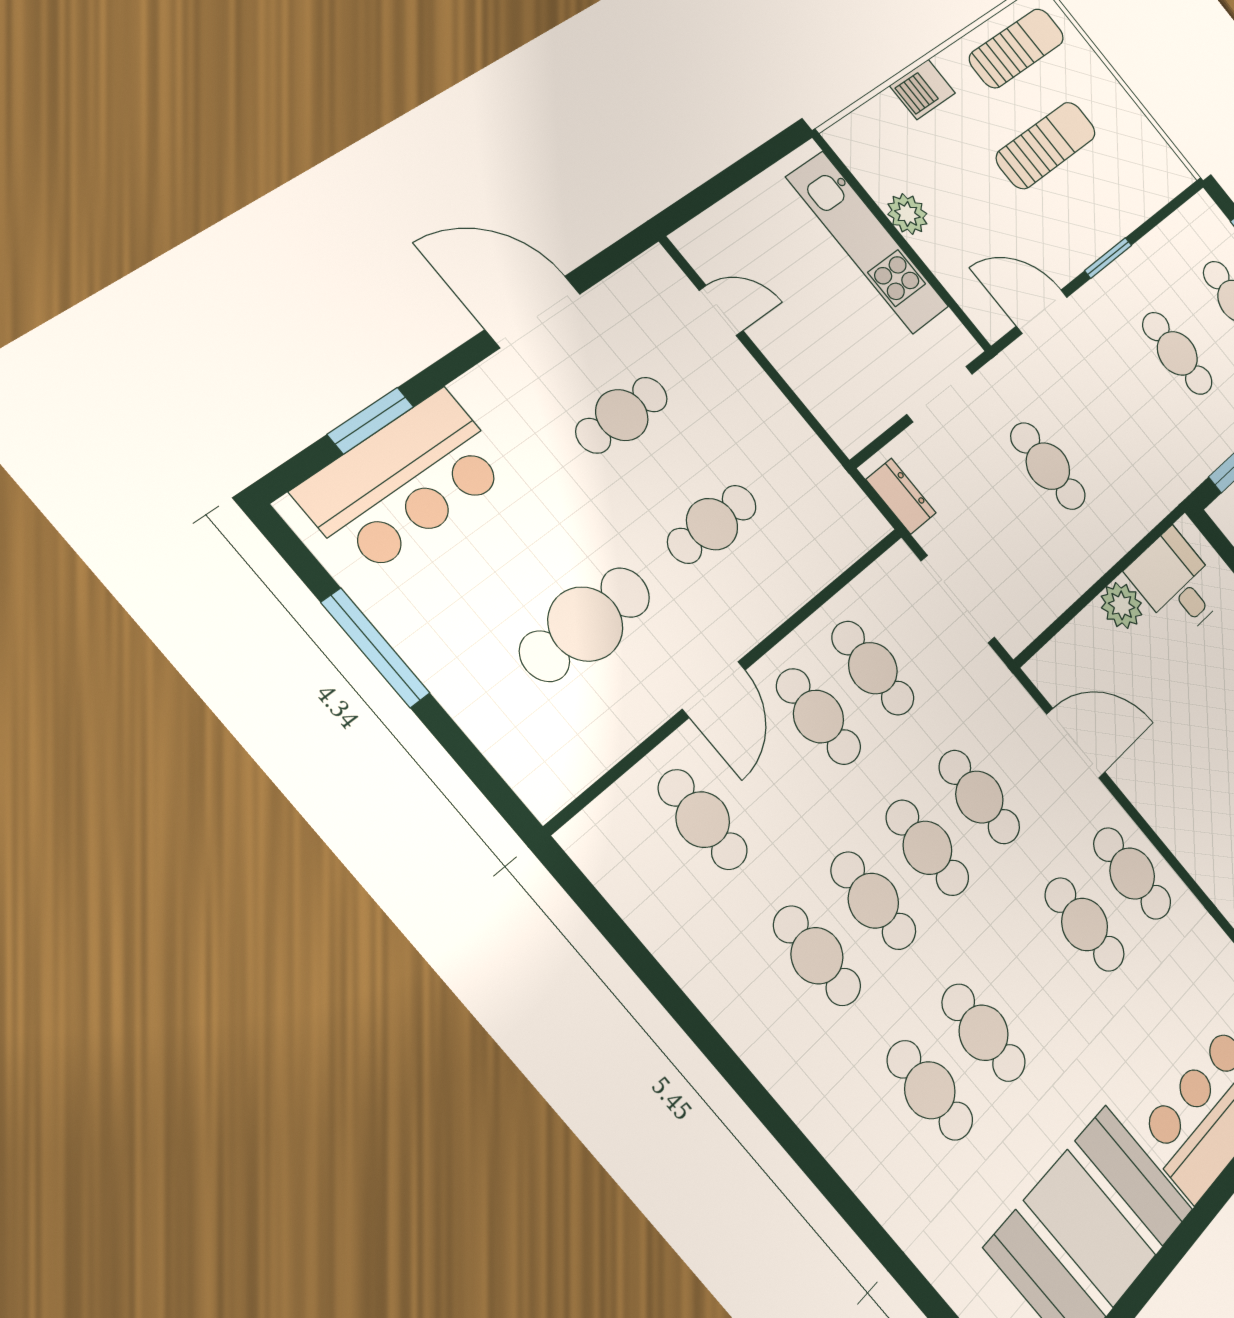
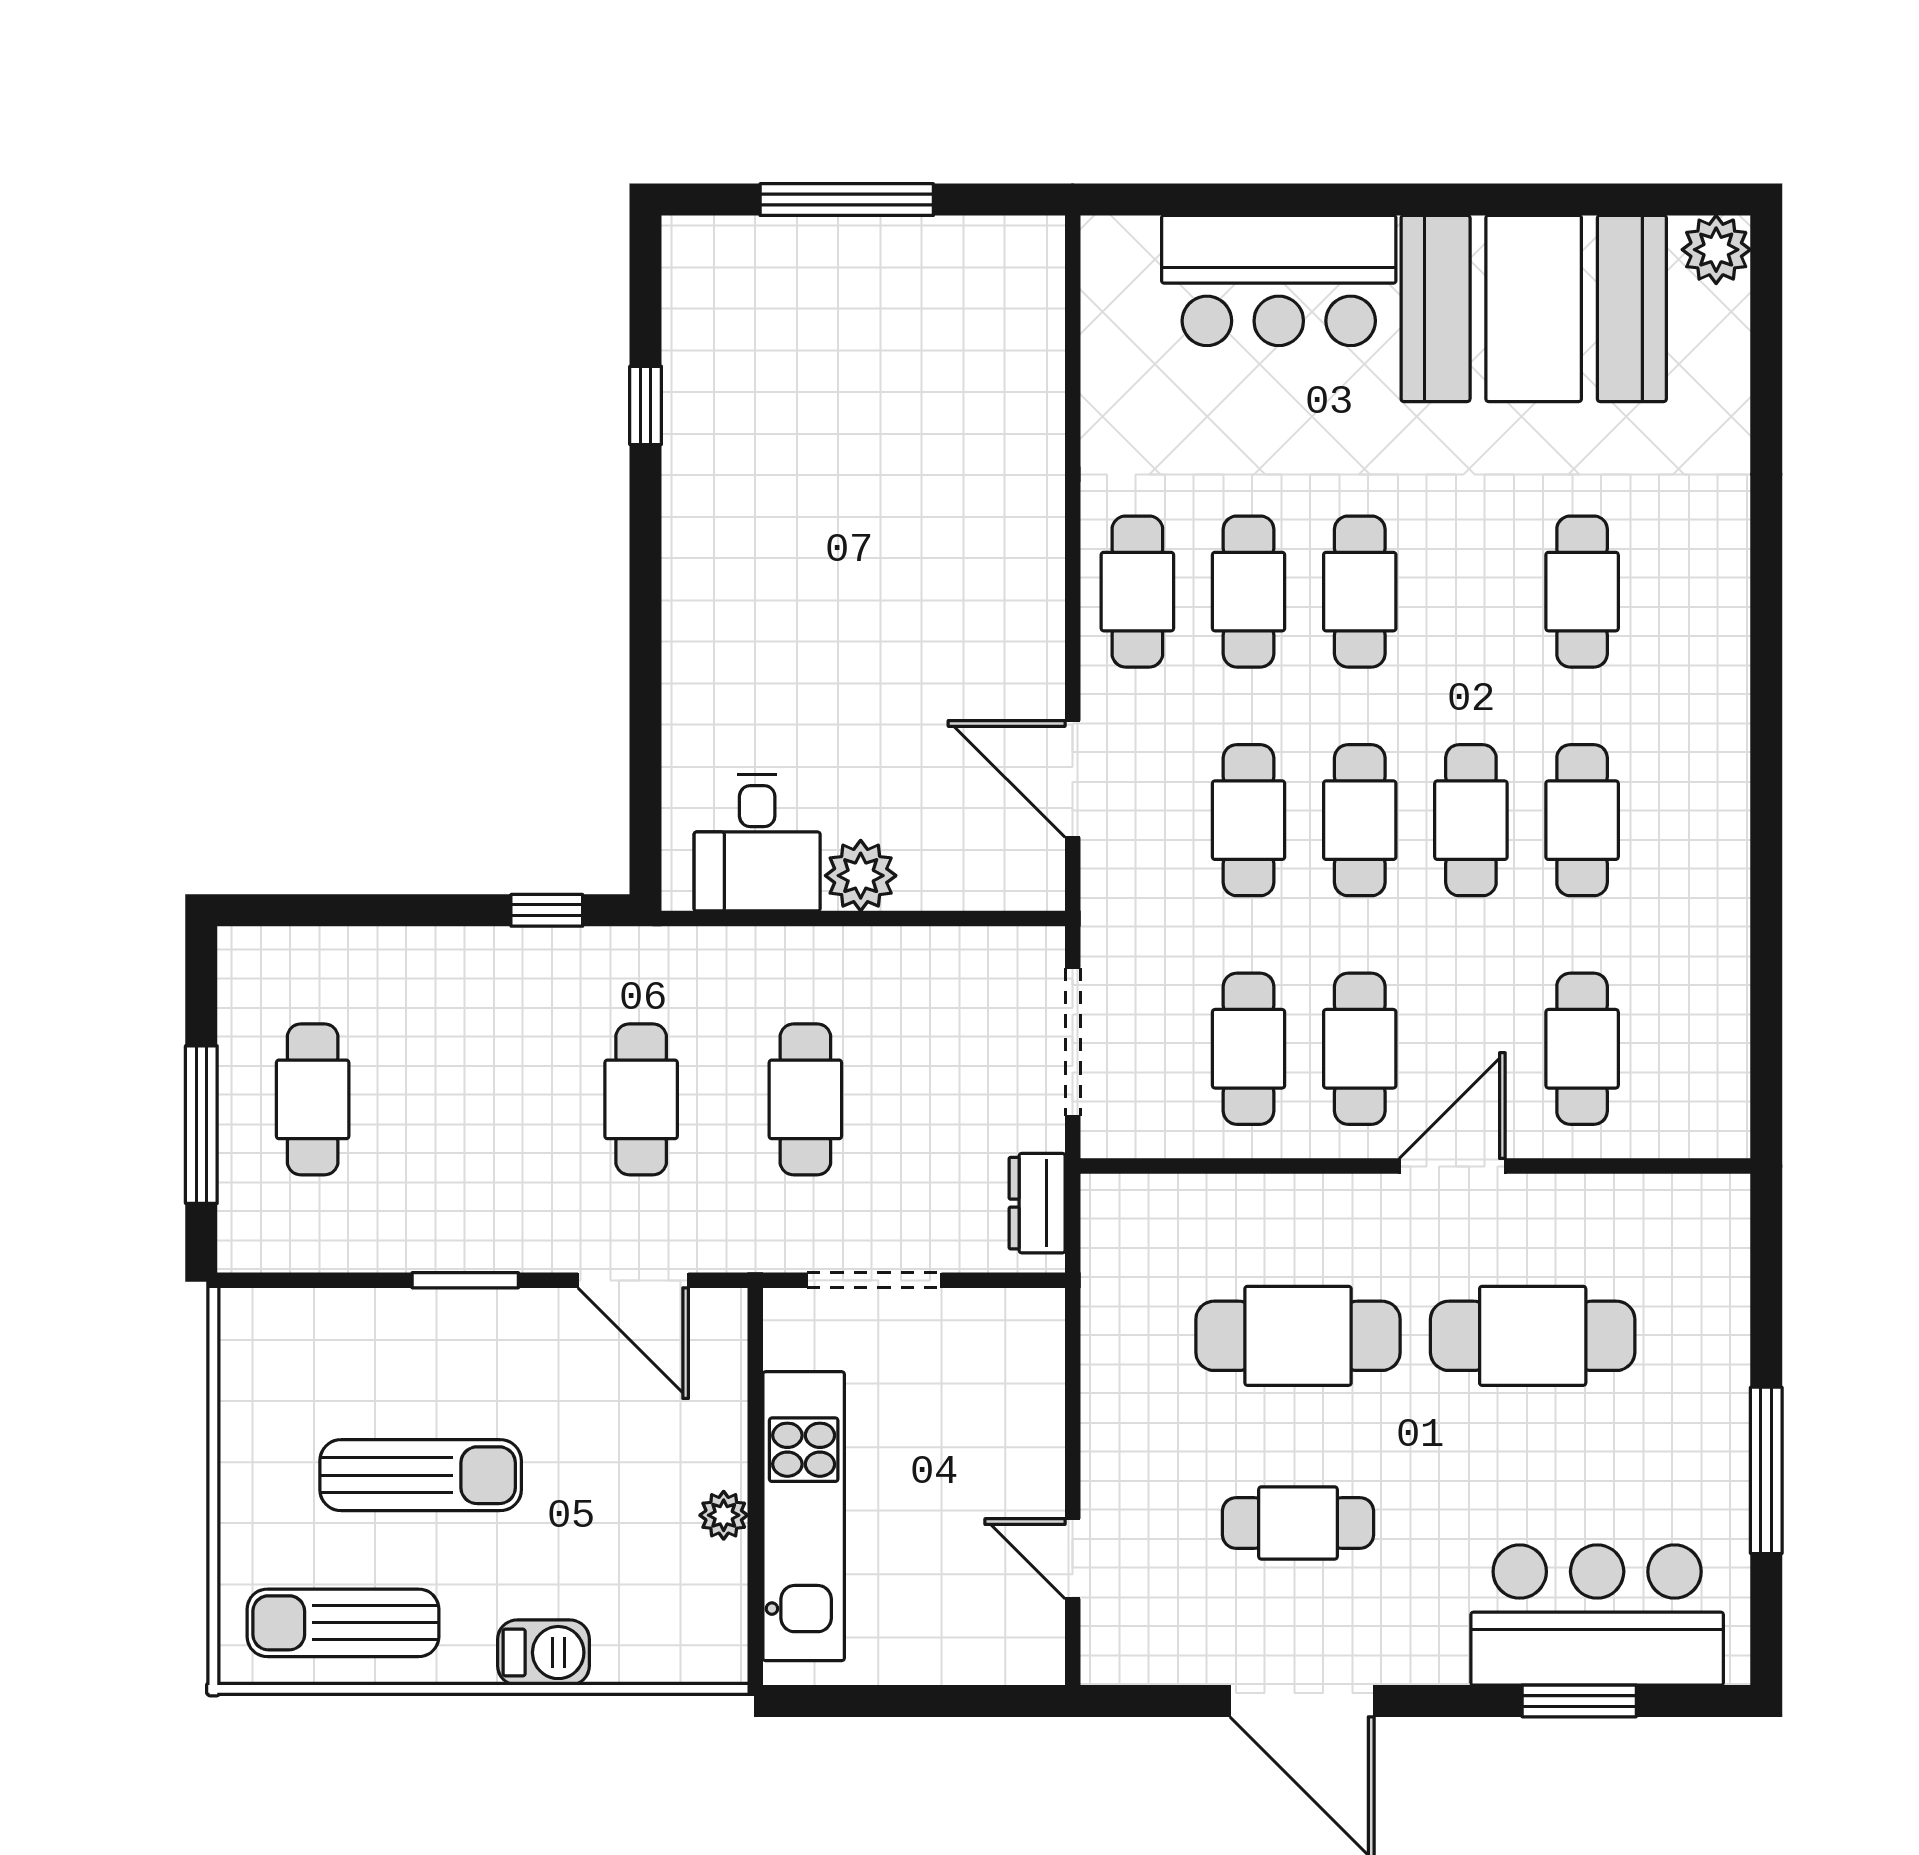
sun lounger: (1046, 145) -> (421, 1475), turned 180
plant: (907, 214) -> (724, 1515), width x0.73, depth x0.73
cafe table: (1177, 353) -> (641, 1099), moved
cafe table: (712, 524) -> (1298, 1336), width x1.37, depth x1.35
cafe table: (984, 1033) -> (1360, 592), moved

